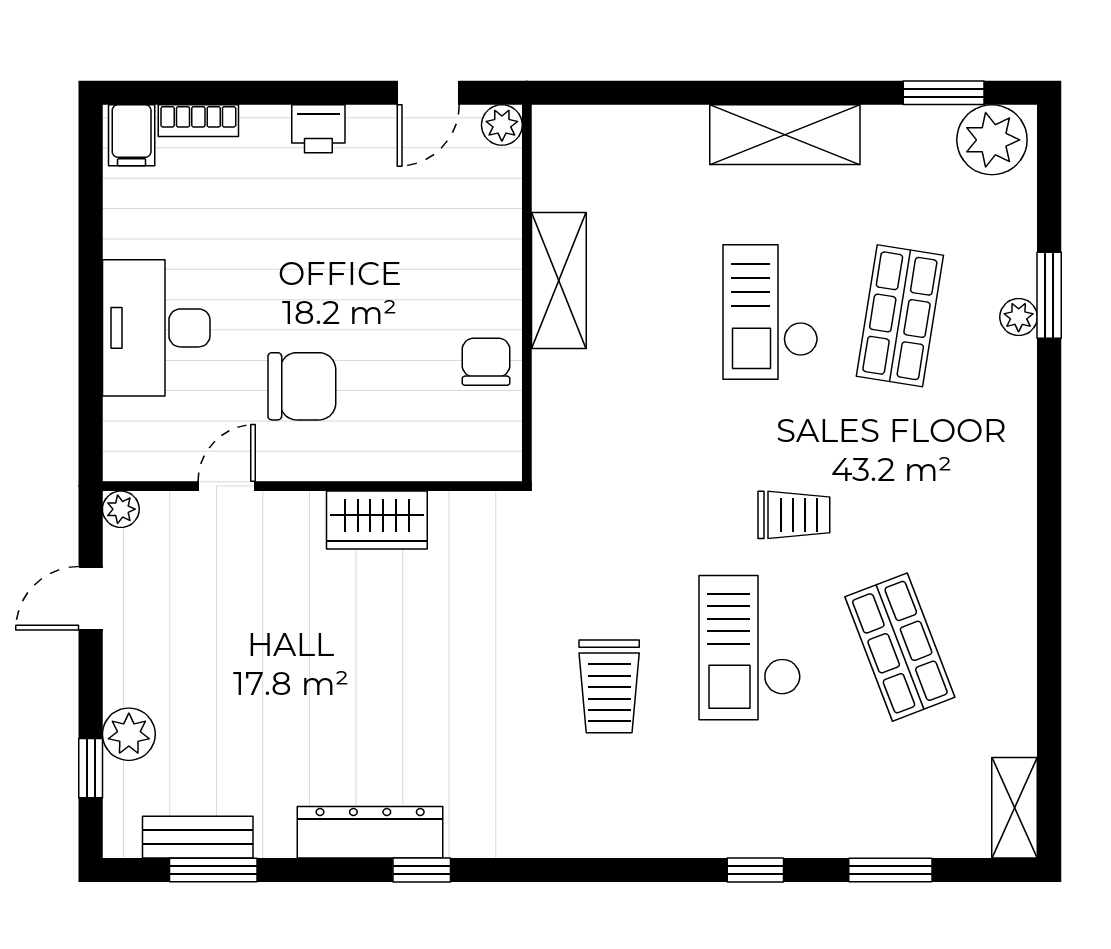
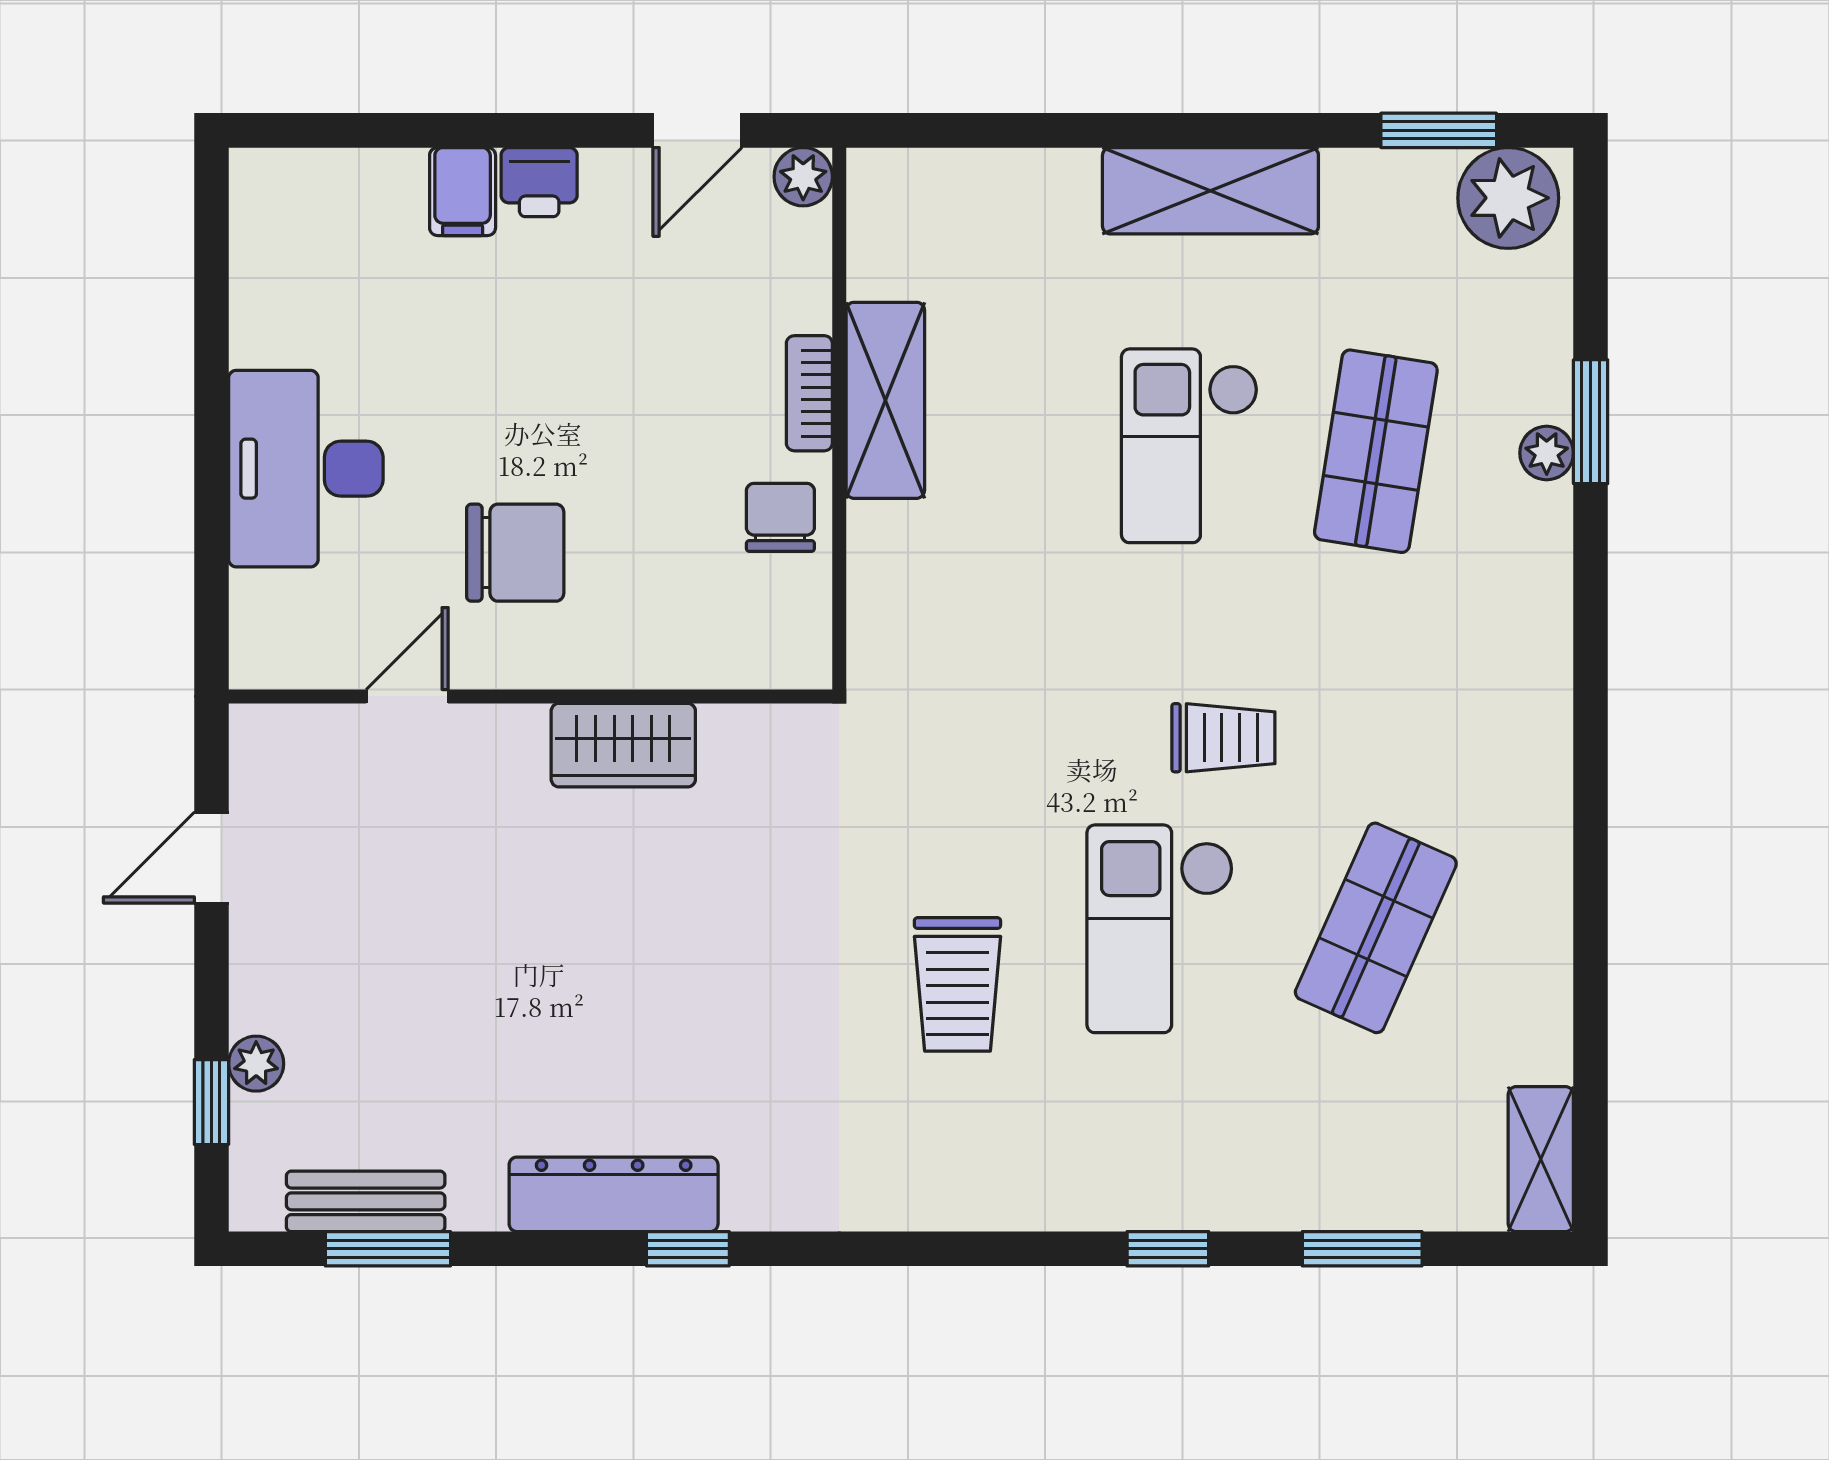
bookcase: (198, 121) -> (809, 393), moved, turned 90
filing cabinet: (132, 135) -> (463, 192), moved
plant: (121, 509) -> (255, 730), removed
shop shelf: (900, 647) -> (1376, 928), turned 45
plant: (129, 734) -> (256, 1064), width x0.73, depth x0.73

